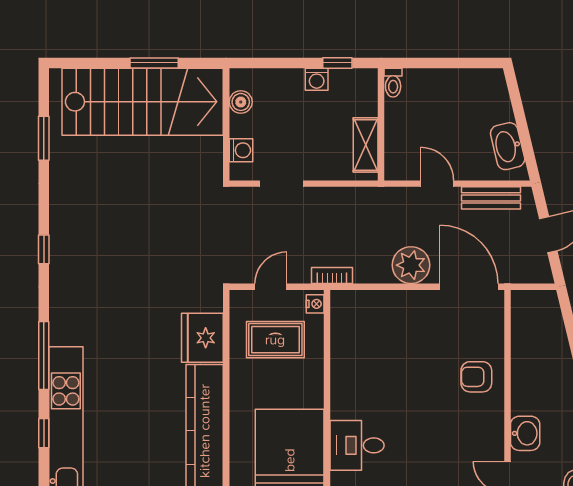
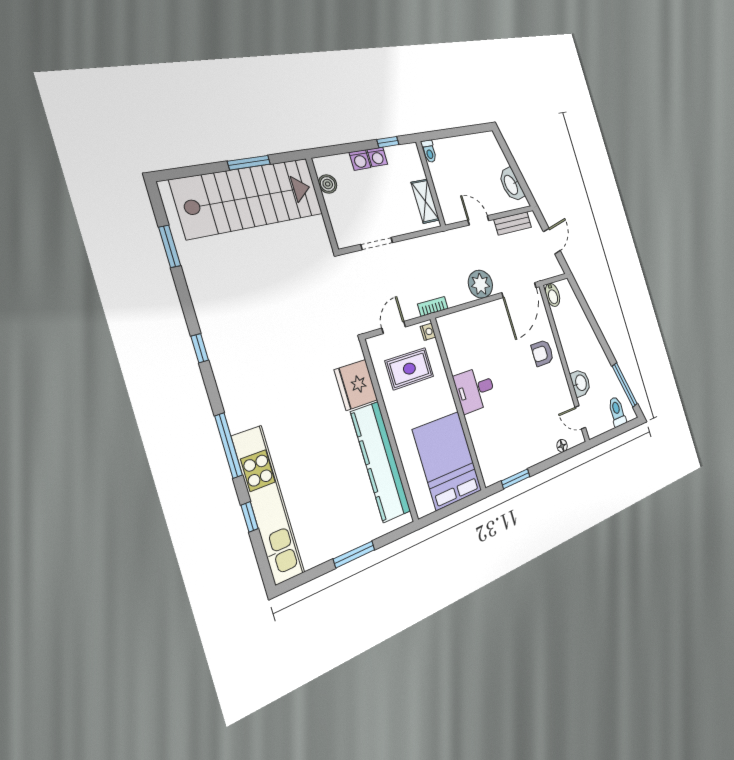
washing machine: (241, 150) -> (360, 160), moved, turned 90
door: (469, 287) -> (519, 290), swing flipped
bidet: (522, 306) -> (553, 295), added
desk: (357, 445) -> (475, 389), moved

